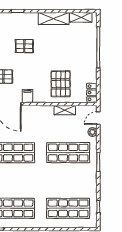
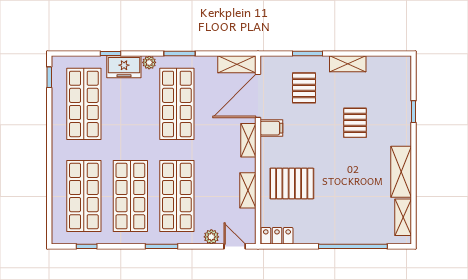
shelving: (35, 110) -> (248, 140), added
shop shelf: (68, 180) -> (130, 196), added

